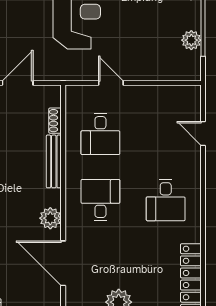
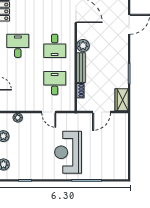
plant: (166, 73) -> (18, 118), added
plant: (50, 218) -> (83, 46), moved

